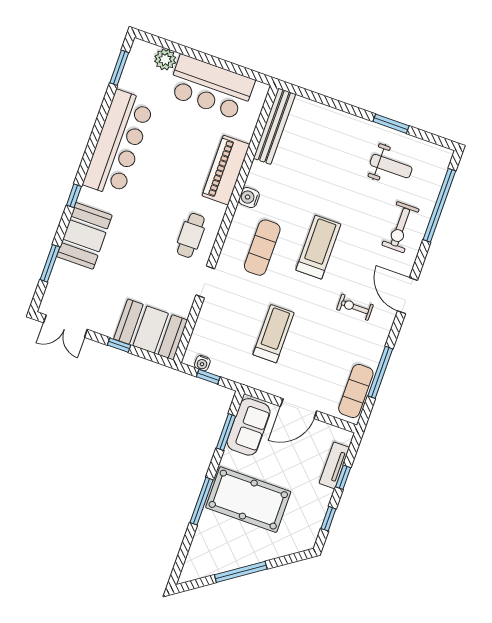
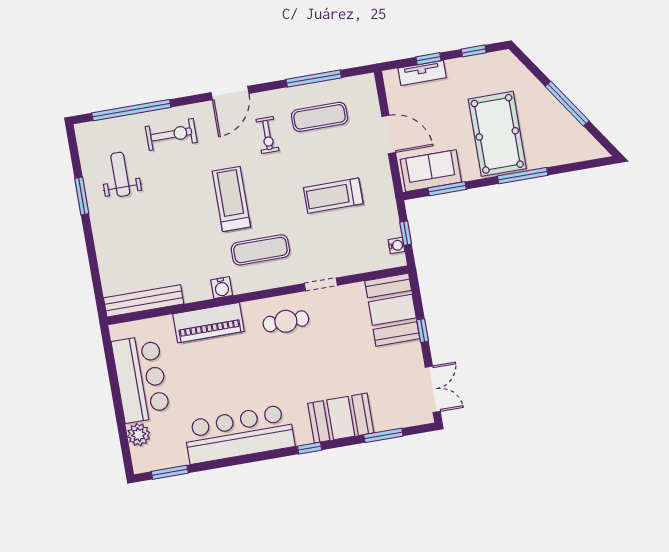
treadmill: (318, 247) -> (231, 199), turned 90
exercise mat: (356, 391) -> (320, 117), moved

